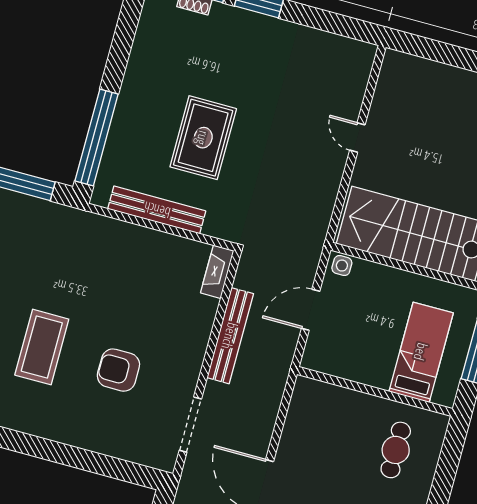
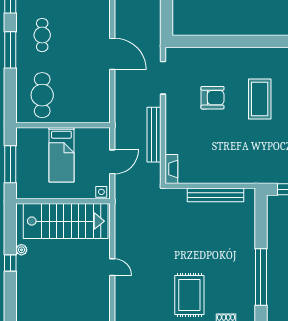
window: (97, 137) -> (261, 277), moved
rug: (203, 138) -> (189, 295), moved
bed: (421, 352) -> (61, 155), moved
cafe table: (396, 450) -> (42, 95), width x1.37, depth x1.35

